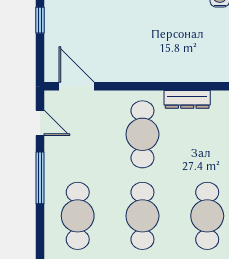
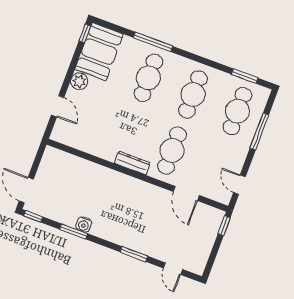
window: (40, 20) -> (224, 226), moved
door: (77, 86) -> (186, 193), moved
window: (40, 178) -> (259, 131), moved

